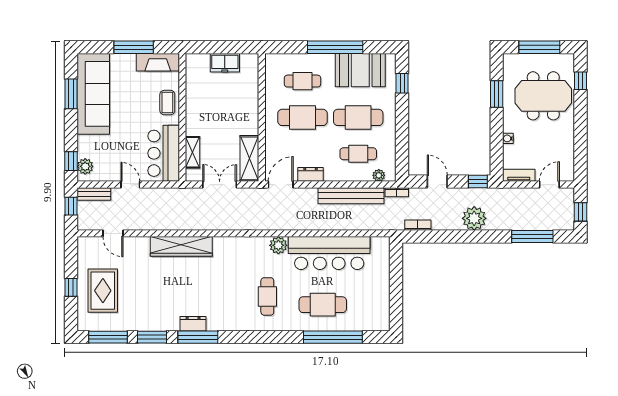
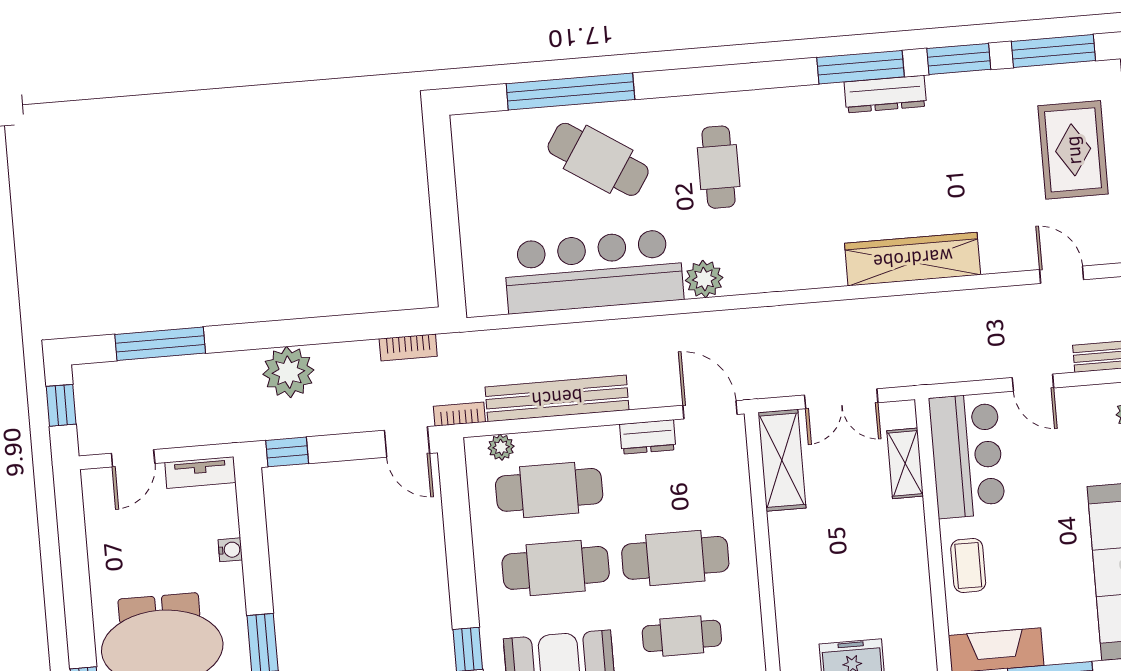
cafe table: (358, 154) -> (549, 490), width x1.37, depth x1.35
door: (437, 181) -> (407, 442), moved
door: (281, 185) -> (710, 410), swing flipped
cafe table: (323, 305) -> (598, 159), turned 33
dresser: (193, 324) -> (885, 94), width x1.44

